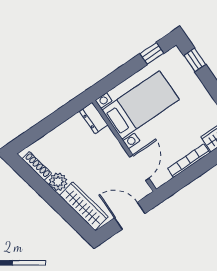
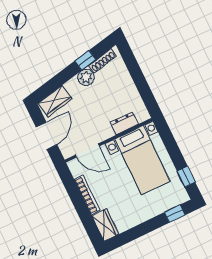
dresser: (94, 118) -> (124, 123), moved
window: (39, 185) -> (85, 60), added
wardrobe: (84, 206) -> (55, 101), width x0.67

